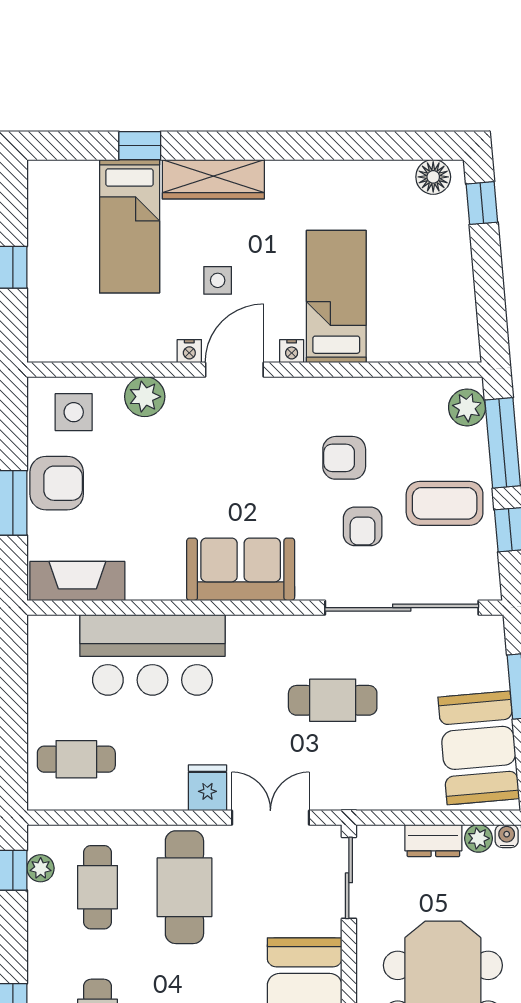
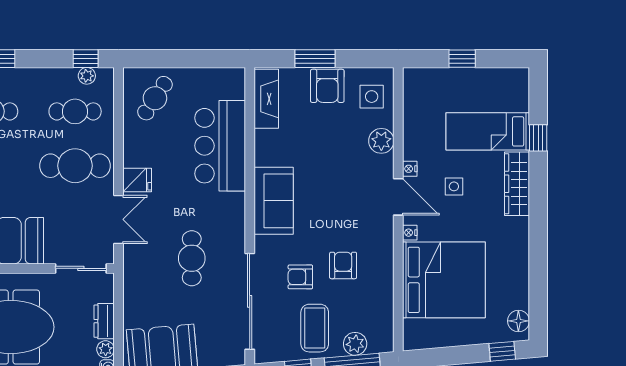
bed: (336, 296) -> (444, 280), width x2.04
plant: (467, 407) -> (355, 344), moved
cafe table: (76, 759) -> (155, 98), turned 33

